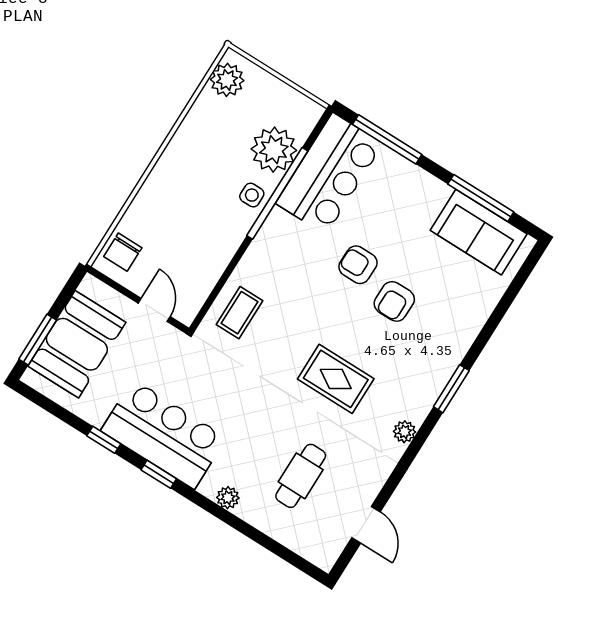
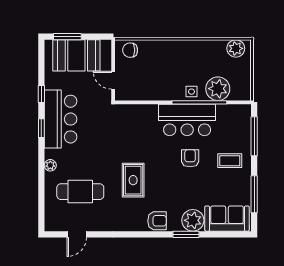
bar counter: (329, 174) -> (187, 120), moved
sofa: (479, 232) -> (227, 219), moved, turned 90
armchair: (394, 301) -> (157, 221), moved, turned 180
door: (154, 310) -> (113, 80), swing flipped
coffee table: (240, 313) -> (230, 161), moved
window: (451, 389) -> (186, 234), moved
plant: (405, 432) -> (193, 220), moved, width x1.88, depth x1.88
cafe table: (301, 476) -> (80, 192), width x1.37, depth x1.35

